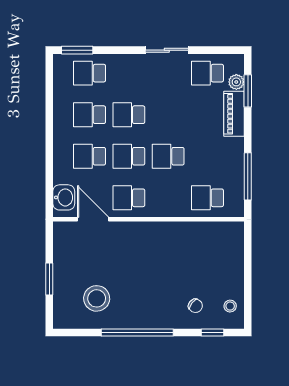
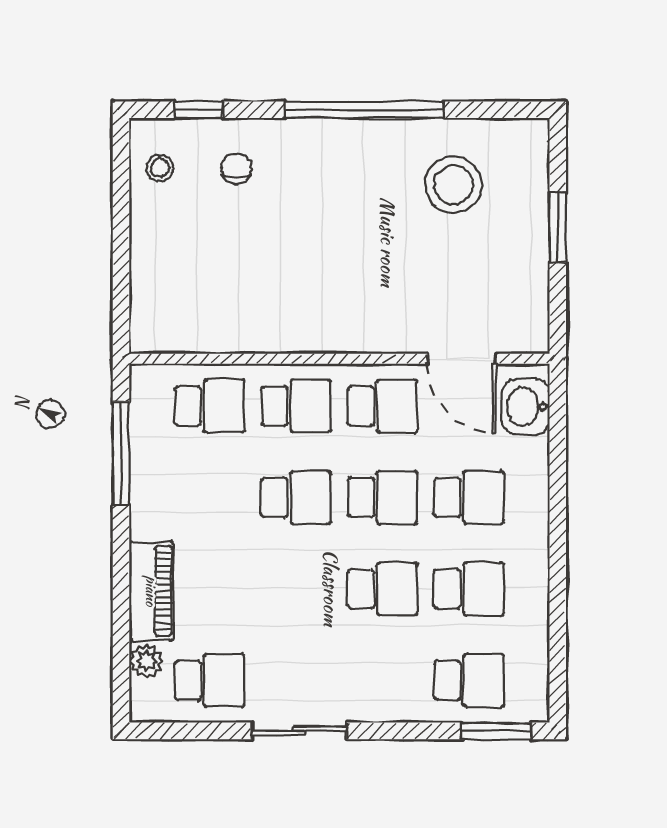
window: (248, 91) -> (121, 641), removed
school desk: (168, 198) -> (296, 406), added
chair: (195, 306) -> (236, 169), turned 53

